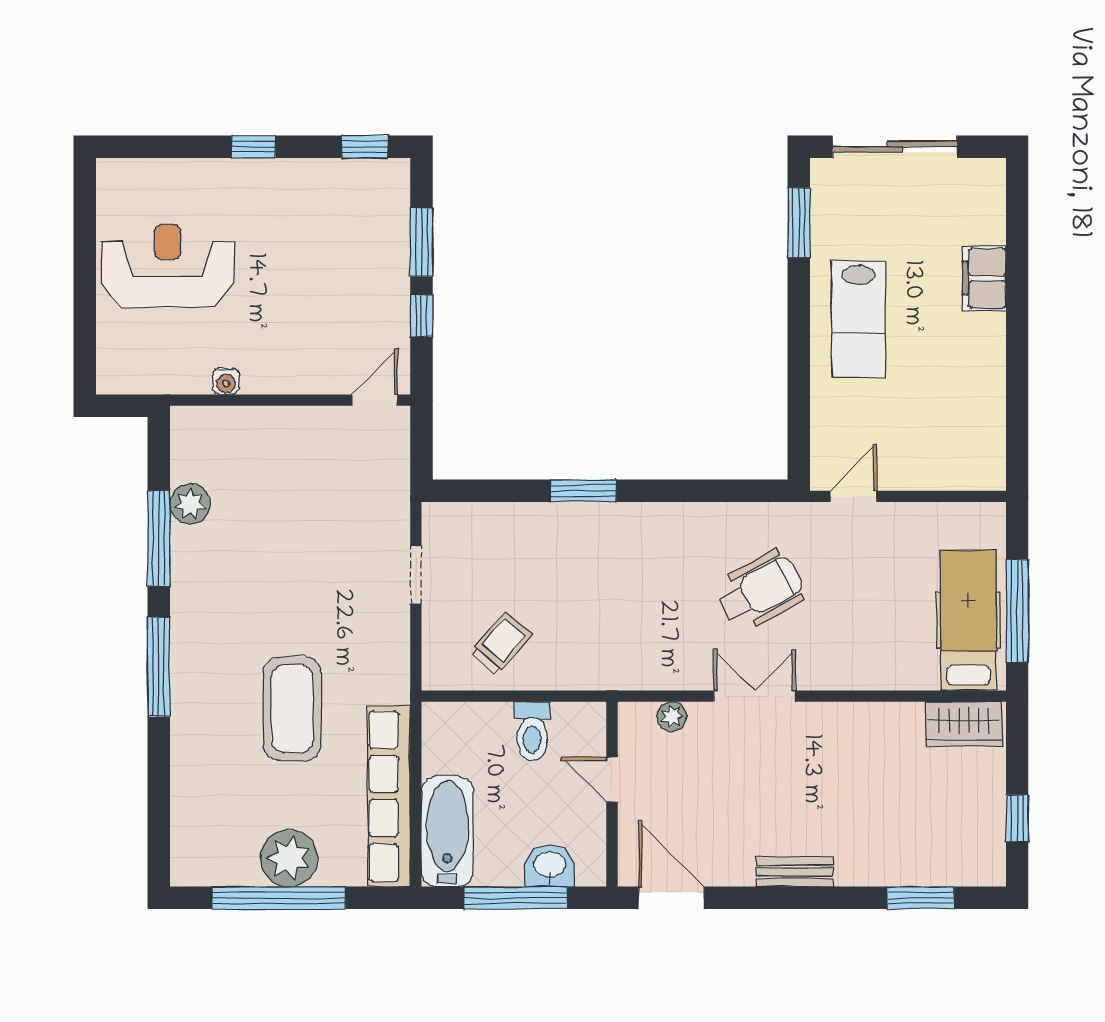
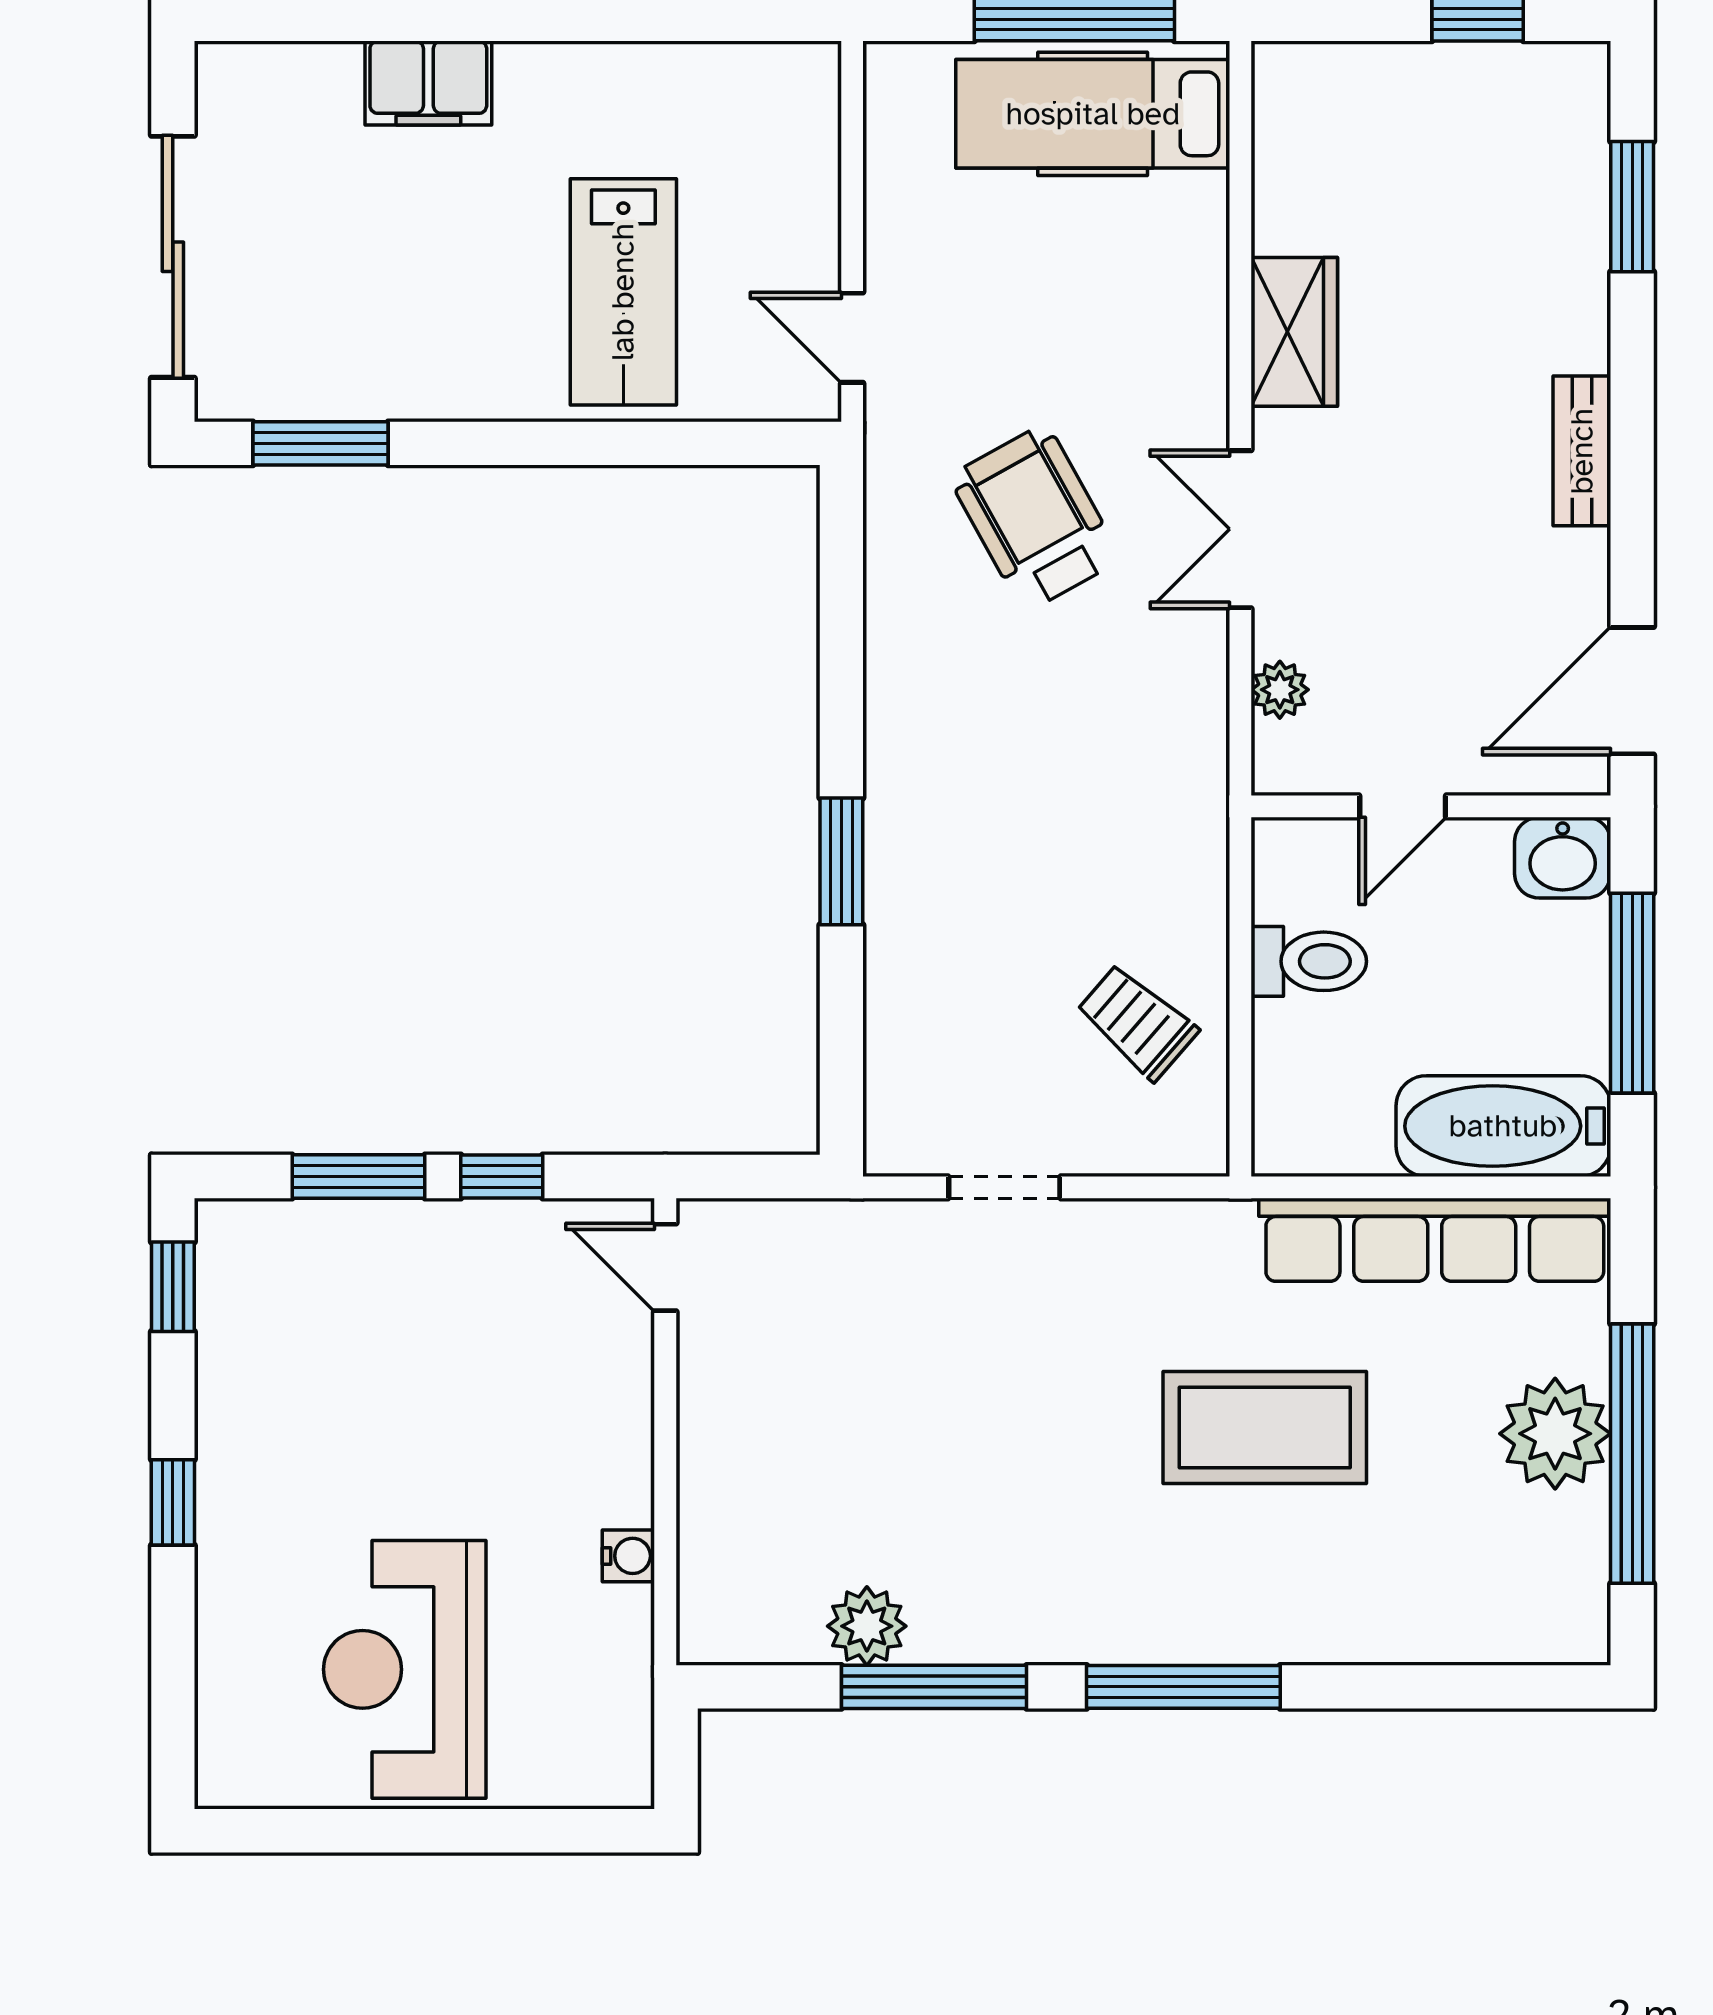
lab bench: (858, 319) -> (623, 292), moved, turned 90
wardrobe: (964, 724) -> (1294, 332), moved
washbasin: (550, 866) -> (1563, 858), moved, turned -90

